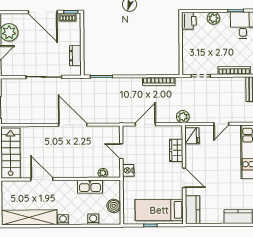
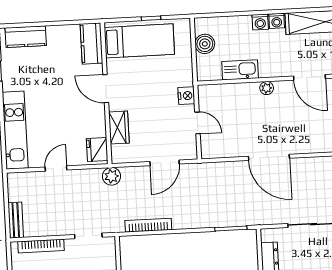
plant: (103, 173) -> (267, 88), moved
washing machine: (93, 219) -> (260, 22), moved

